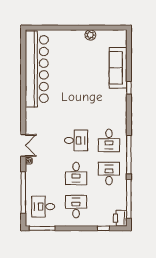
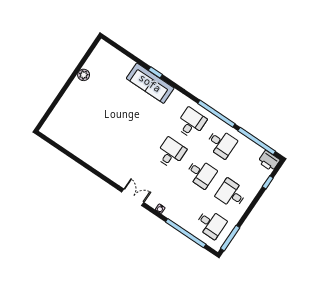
sofa: (118, 68) -> (150, 83), moved
bar counter: (37, 69) -> (82, 145), removed
desk: (109, 140) -> (191, 123), turned -90
double door: (23, 145) -> (133, 197), moved
desk: (109, 173) -> (221, 143), turned 180
desk: (43, 207) -> (211, 224), turned -90

